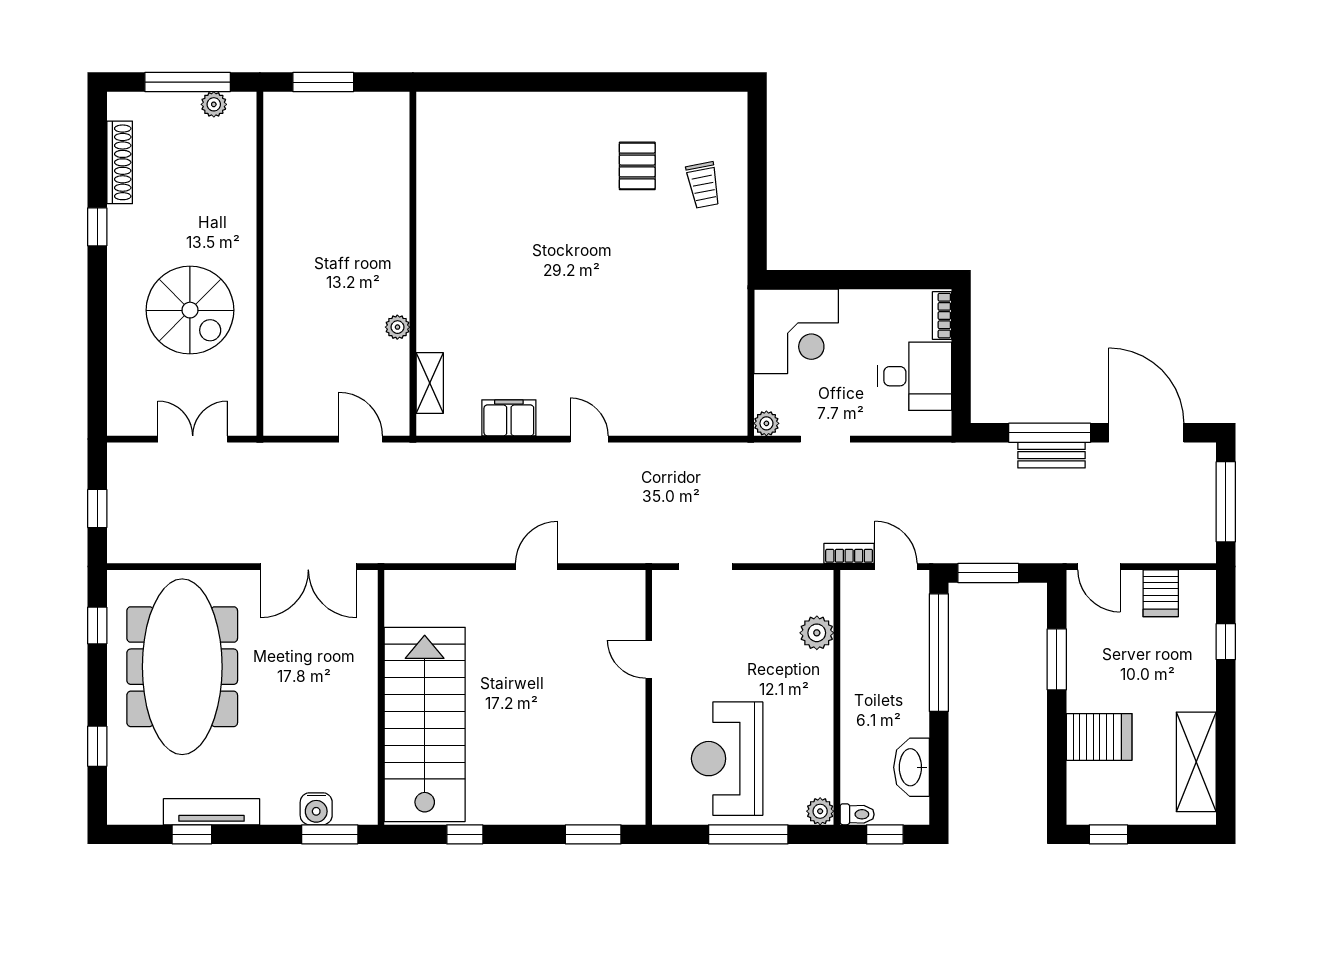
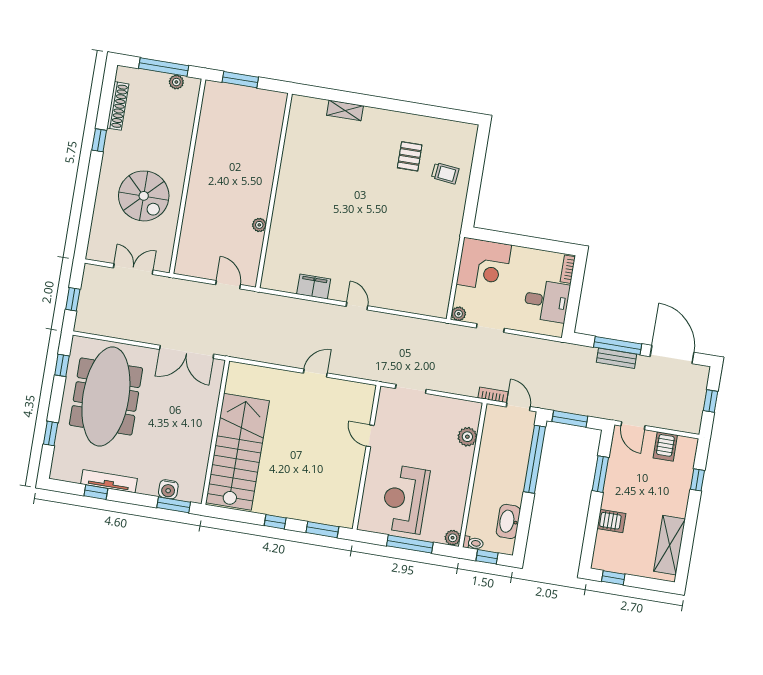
trolley: (703, 185) -> (445, 173), turned -73
shelving: (430, 383) -> (345, 110), moved, turned 90
window: (1226, 502) -> (711, 401), width x0.46
server rack: (1099, 737) -> (611, 521), width x0.73, depth x0.70
window: (465, 834) -> (275, 522), moved

